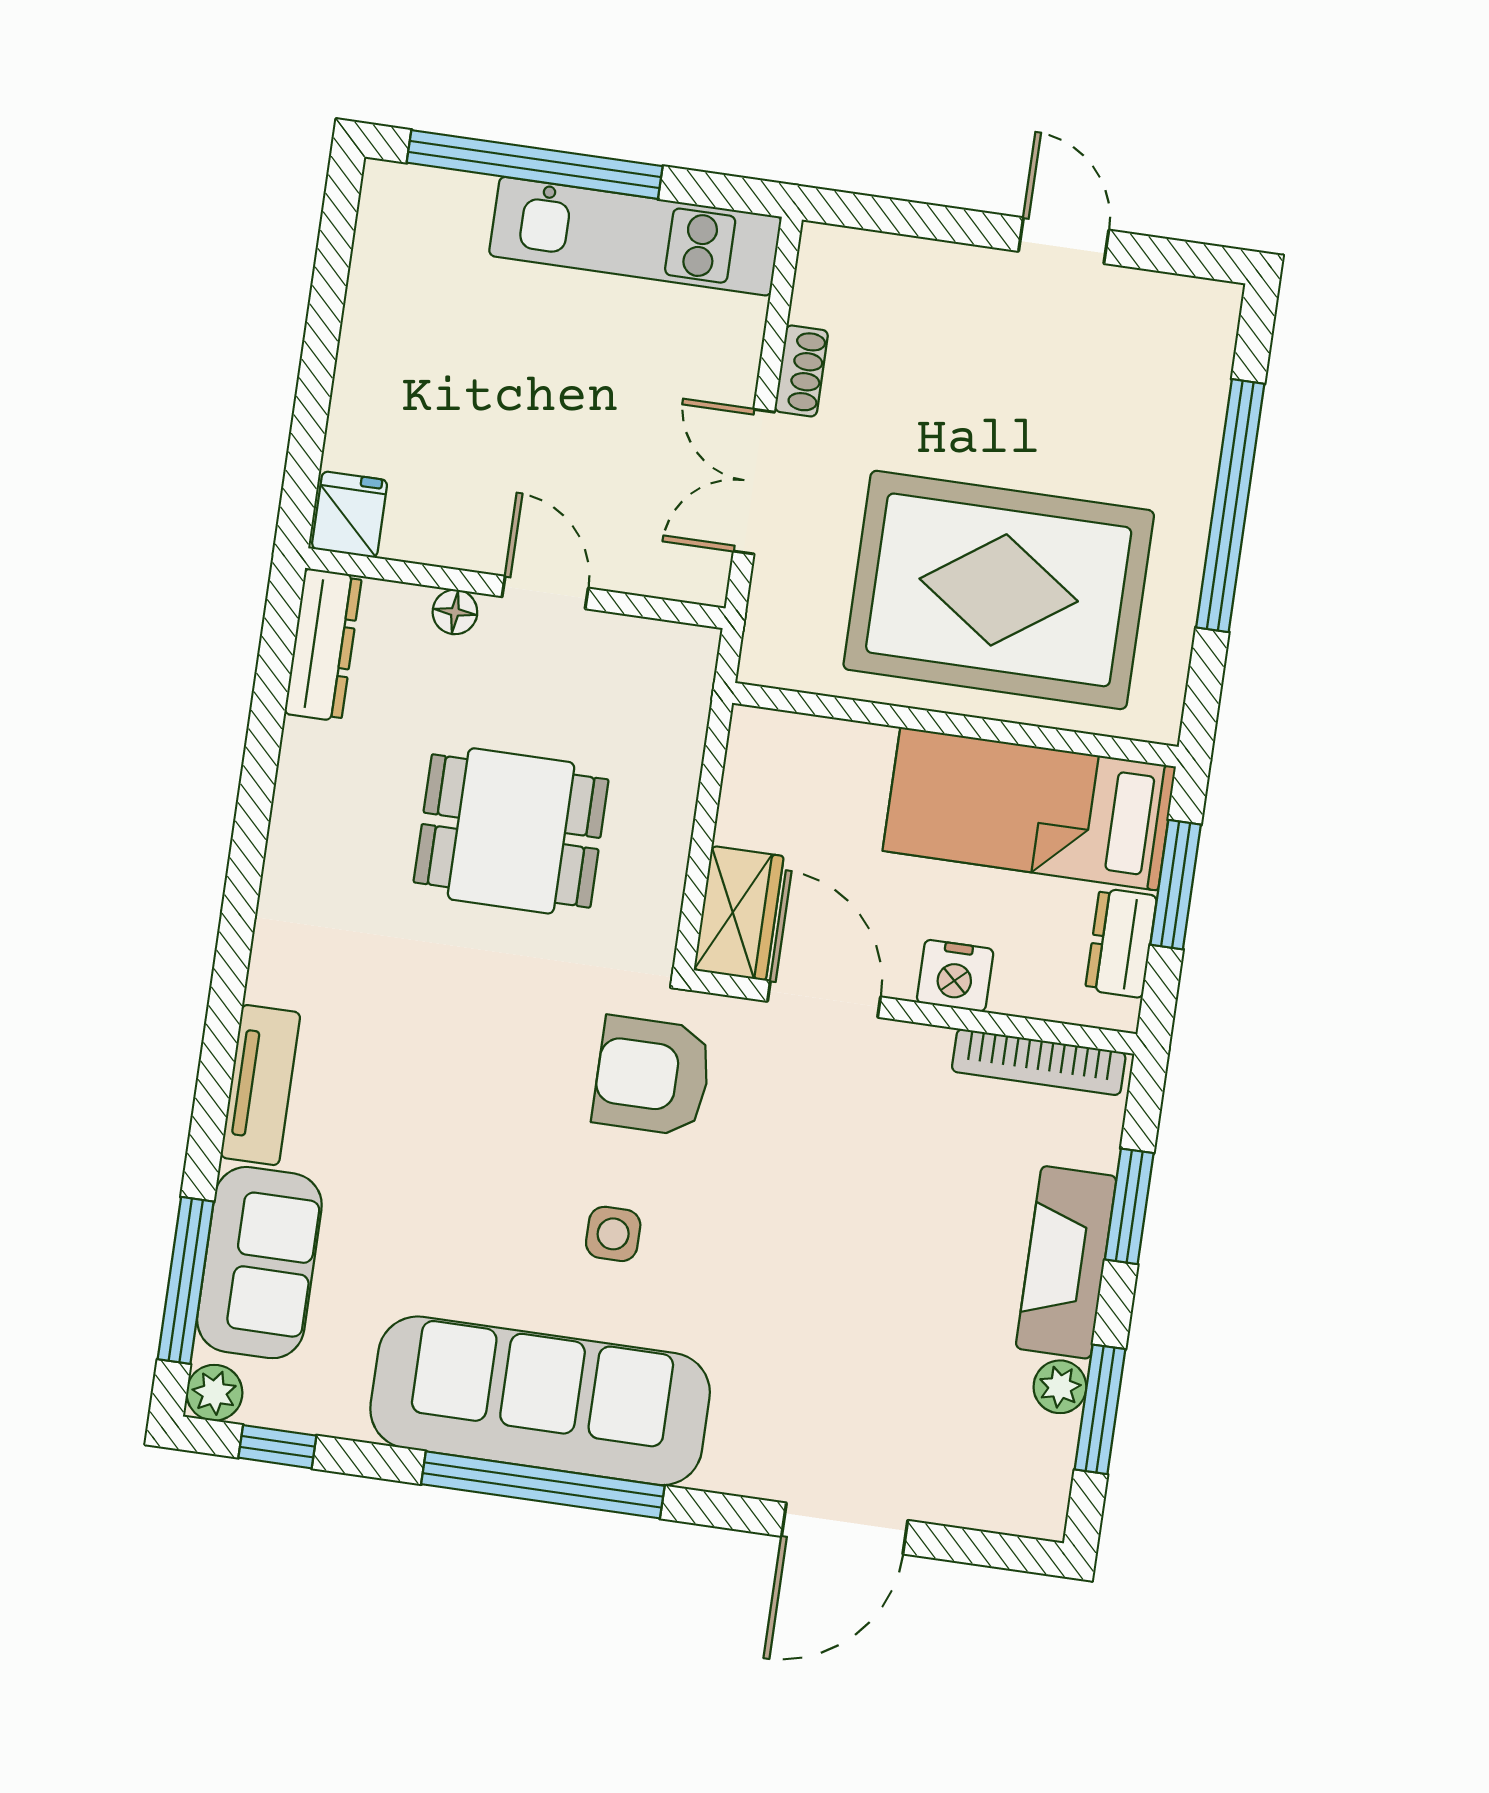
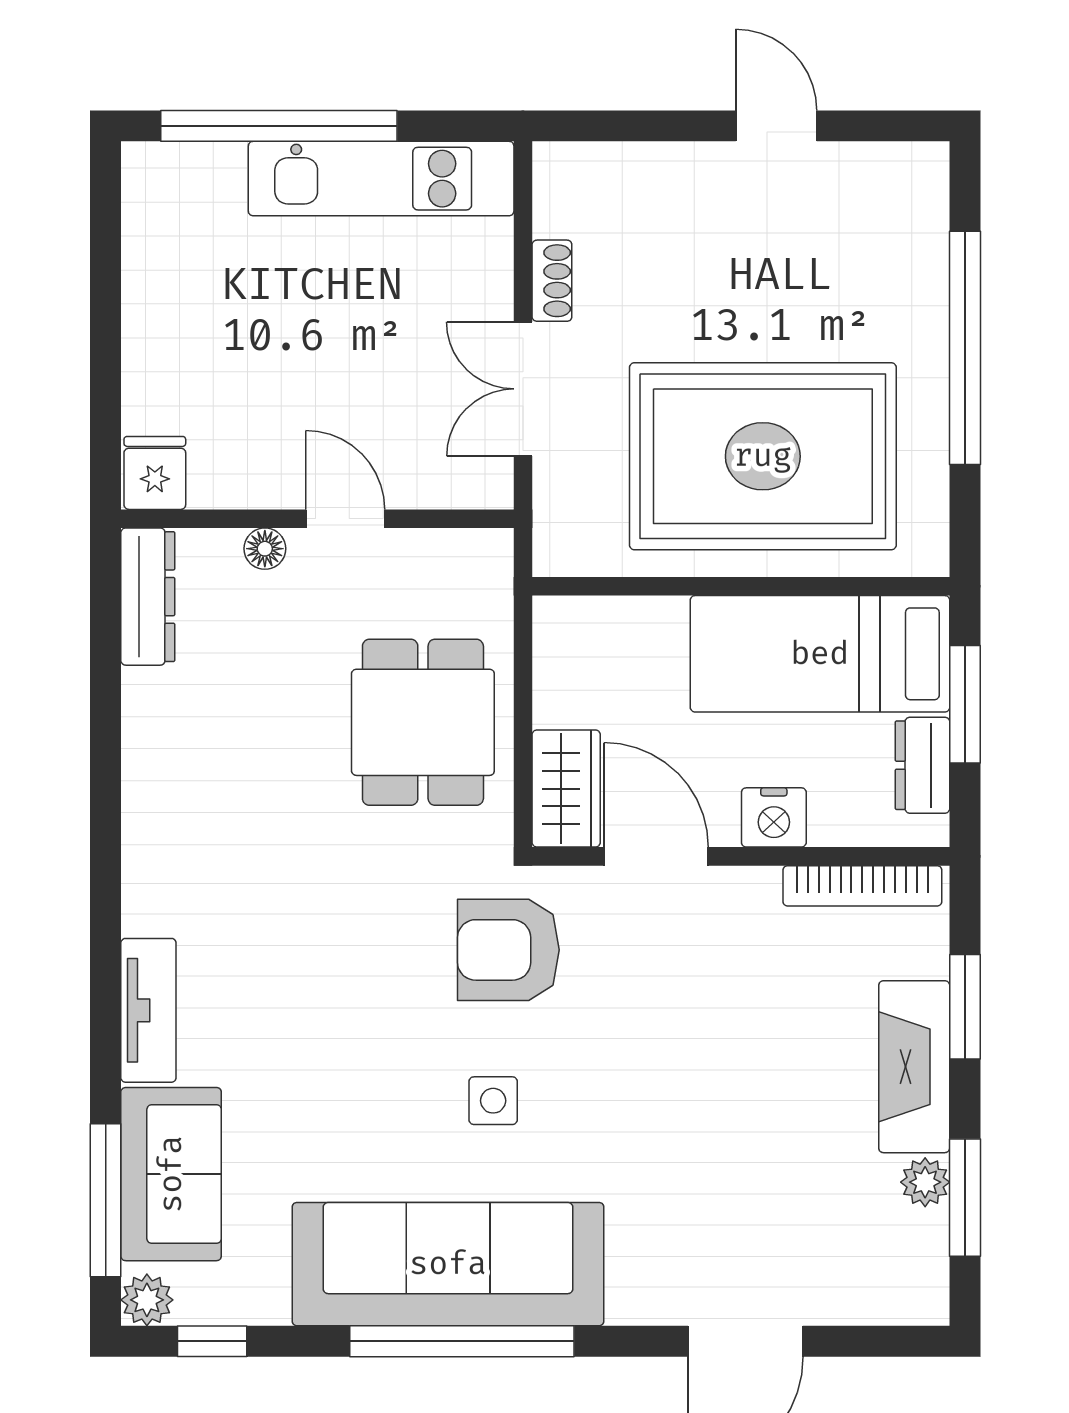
dining table: (511, 831) -> (423, 722), moved, turned 90

